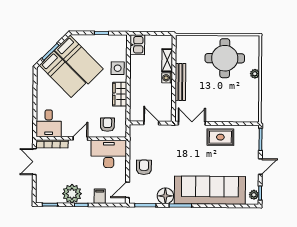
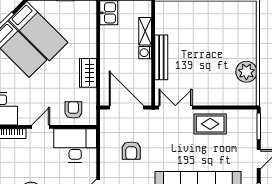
round table: (225, 58) -> (215, 28), removed
side table: (118, 68) -> (85, 41), removed
plant: (255, 74) -> (246, 72), moved, width x1.88, depth x1.88
door: (151, 123) -> (126, 107), width x1.87
armchair: (144, 167) -> (131, 151), moved, turned 180

